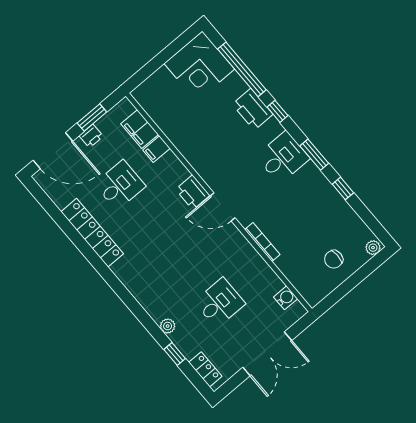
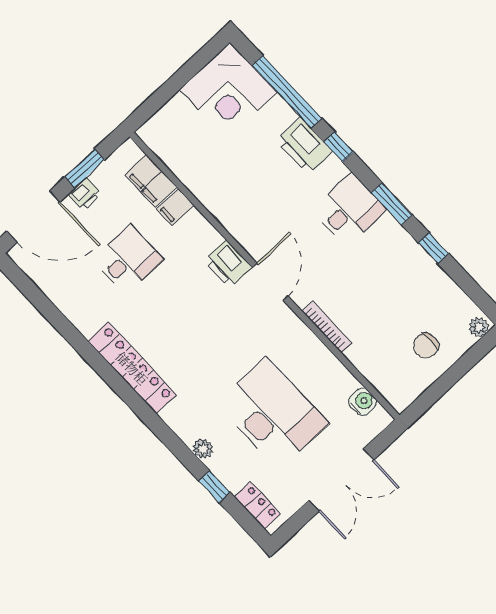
door: (223, 207) -> (270, 282), swing flipped
locker: (92, 233) -> (132, 368), moved
desk: (220, 303) -> (272, 413), width x1.87, depth x1.30

